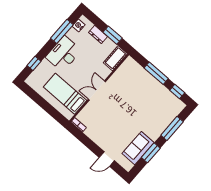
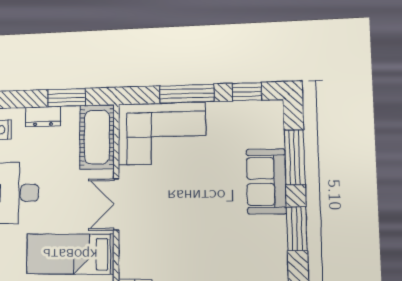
cot: (115, 58) -> (97, 137), width x1.37, depth x1.34
corner sofa: (135, 80) -> (162, 133), added
sofa: (138, 148) -> (266, 181), moved

